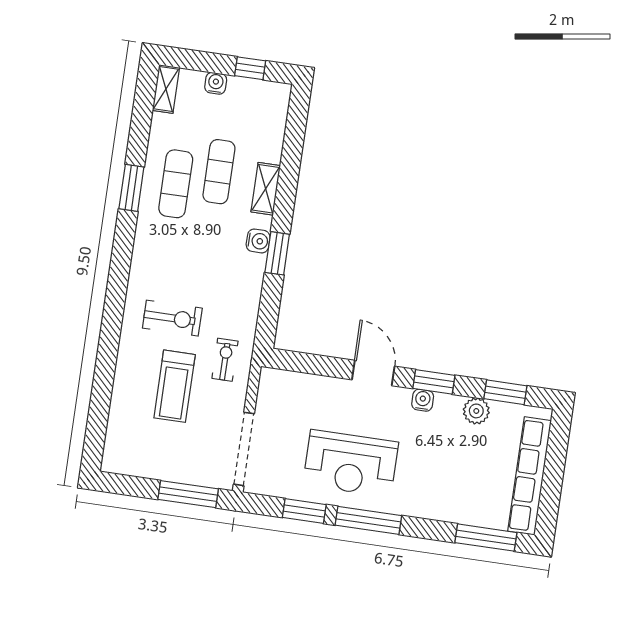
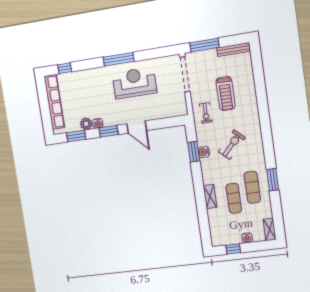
water cooler: (258, 241) -> (204, 152), moved
window: (277, 253) -> (194, 152), moved
exercise bike: (172, 318) -> (232, 145), moved, turned 133
treadmill: (175, 386) -> (226, 93), turned 180
water cooler: (423, 400) -> (98, 123), moved
bench: (134, 467) -> (233, 50), added
window: (304, 511) -> (149, 54), removed
window: (486, 538) -> (65, 68), width x0.46

